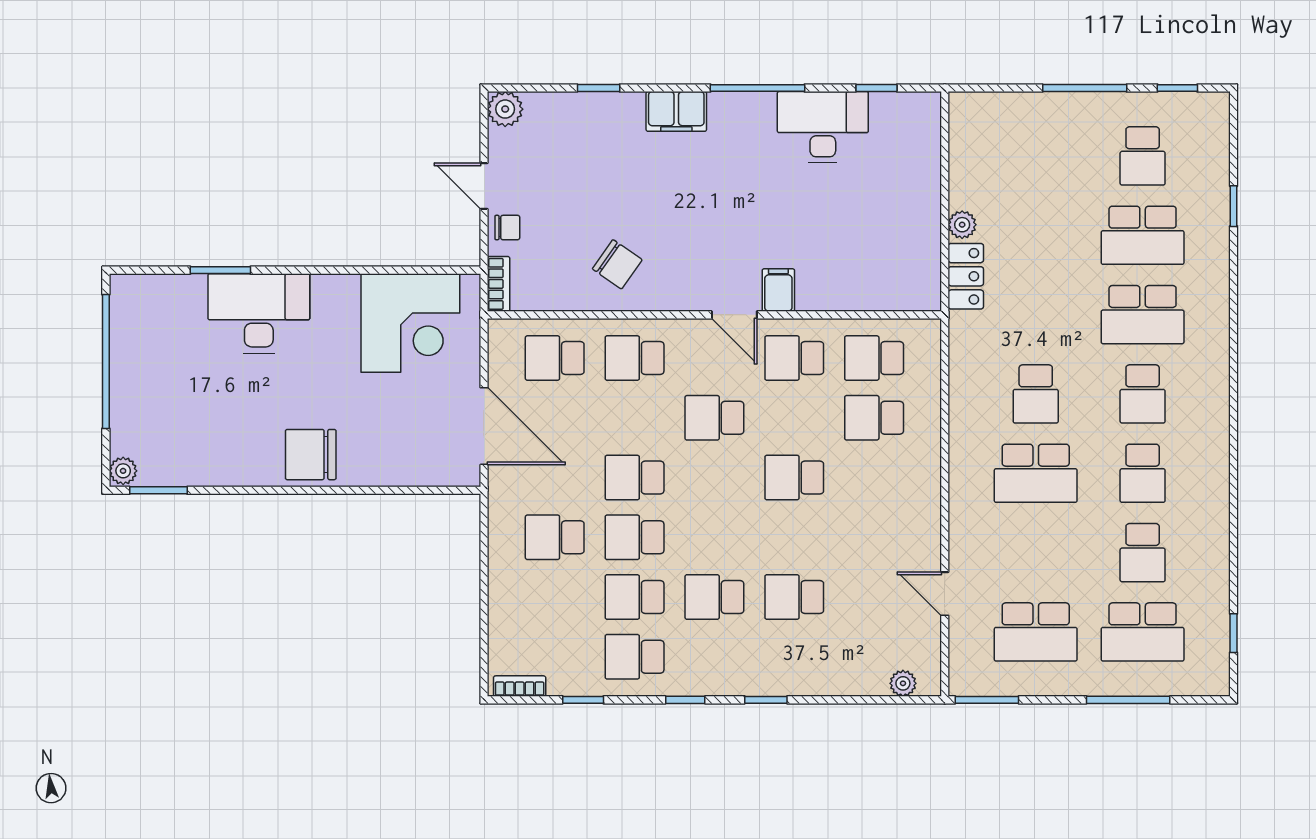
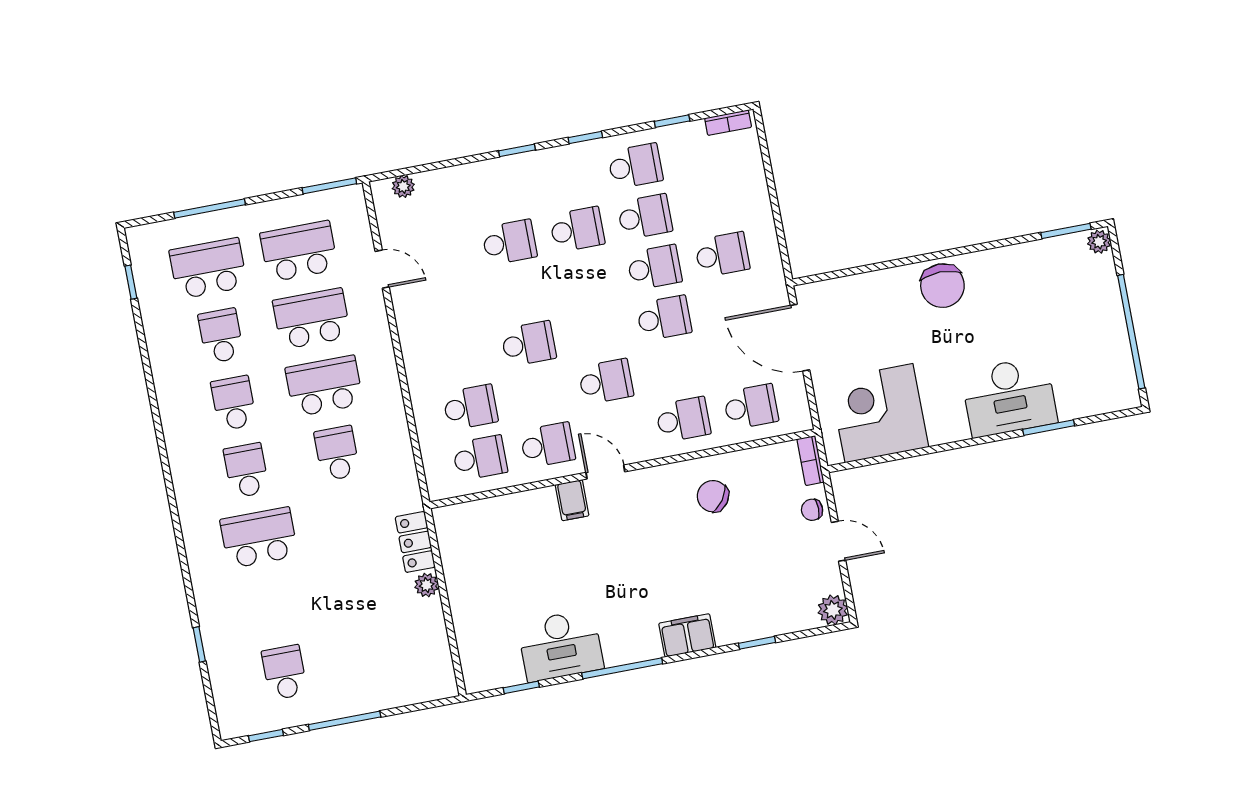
school desk: (1143, 235) -> (312, 319), moved
chair: (311, 455) -> (942, 286), turned 90

